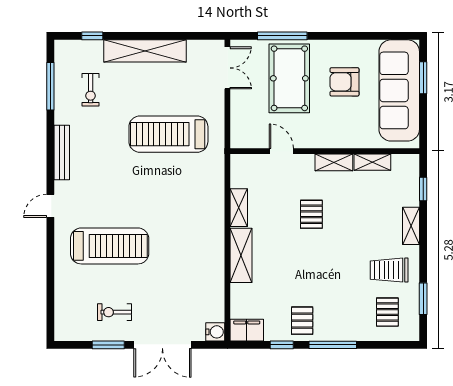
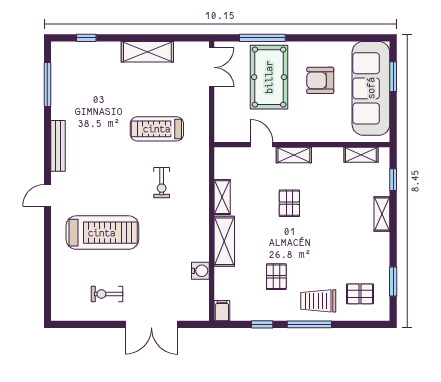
shelving: (145, 51) -> (147, 52), width x0.68
exercise bike: (91, 90) -> (162, 183), moved
treadmill: (168, 134) -> (157, 129), width x0.73, depth x0.73
shelving: (334, 162) -> (294, 155), moved
shelving: (372, 162) -> (361, 155), moved
trolley: (389, 270) -> (318, 301), moved
pallet: (387, 312) -> (360, 294), turned 90
pallet: (302, 321) -> (276, 277), moved
filing cabinet: (247, 330) -> (222, 311), width x0.50
water cooler: (215, 332) -> (200, 271), moved
window: (108, 345) -> (101, 324), removed

